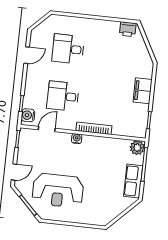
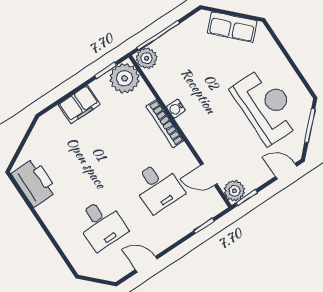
printer: (128, 29) -> (35, 182), width x1.87, depth x1.48
water cooler: (28, 115) -> (211, 208), removed
plant: (136, 127) -> (124, 78), added
plant: (27, 136) -> (234, 191), added
water cooler: (77, 139) -> (176, 109), moved
row of seats: (133, 181) -> (232, 27), moved, turned 45

